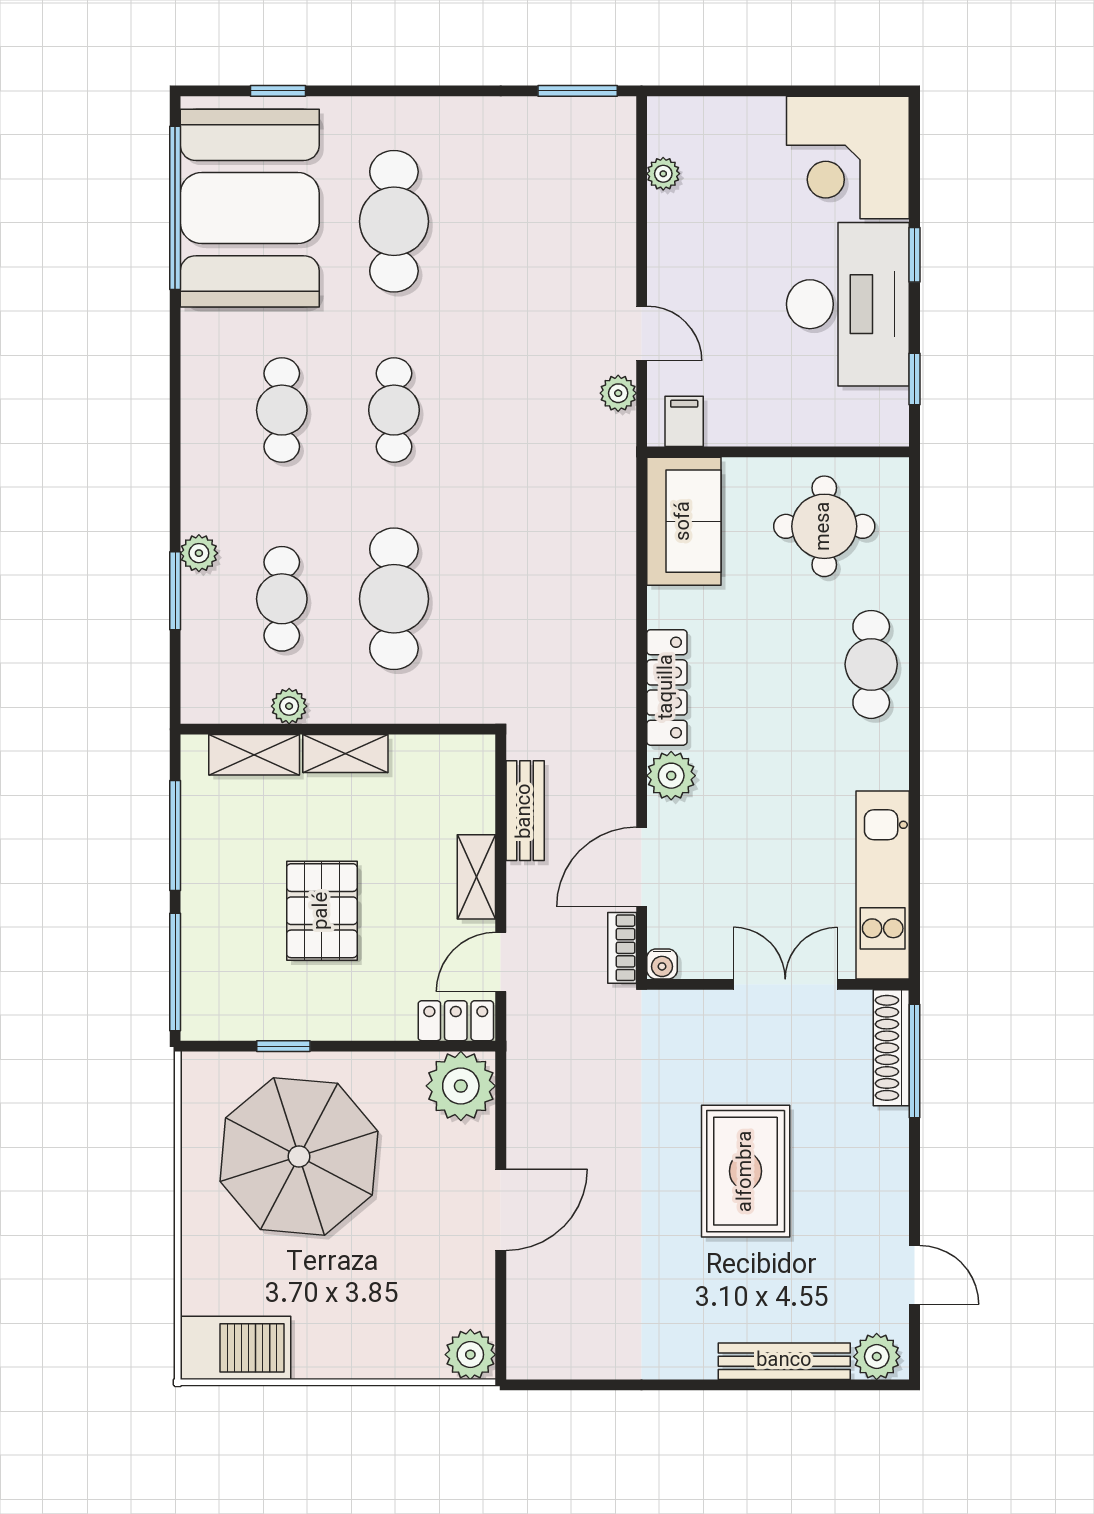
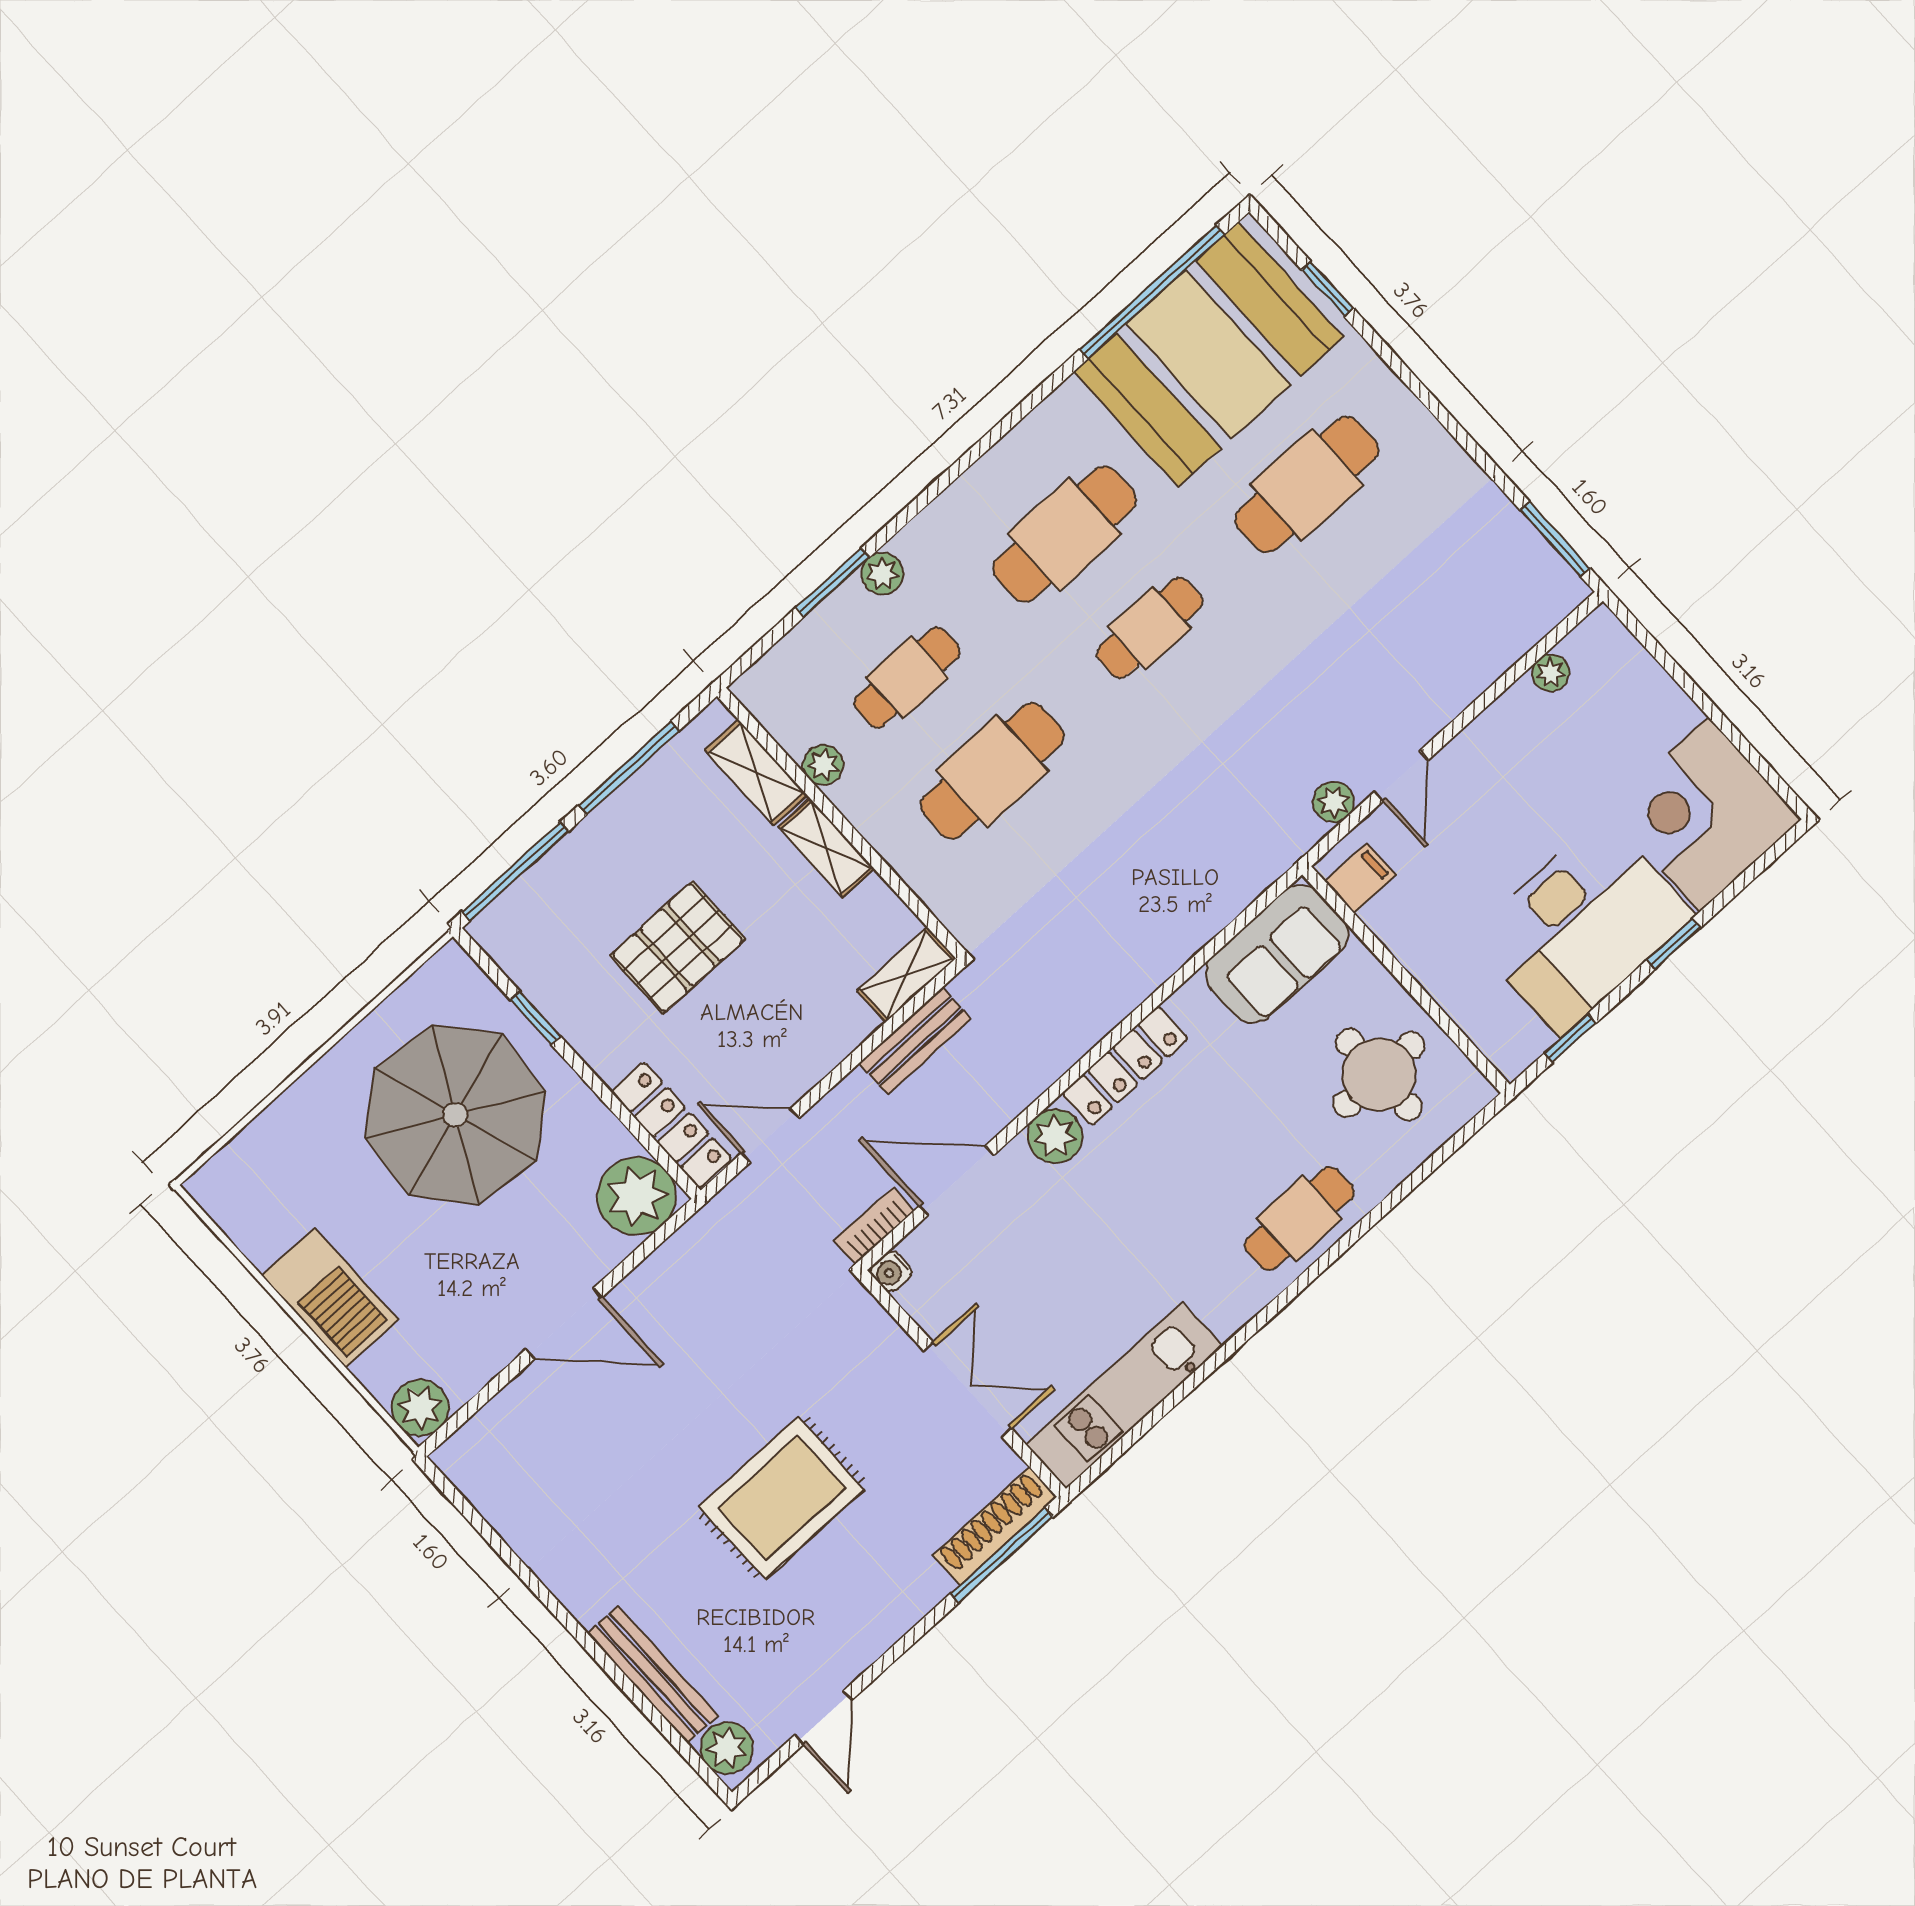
cafe table: (282, 410) -> (1064, 534), width x1.37, depth x1.35
shelving: (476, 877) -> (906, 975), moved
locker: (456, 1021) -> (672, 1125), width x1.53
barbecue: (235, 1348) -> (330, 1297), moved

